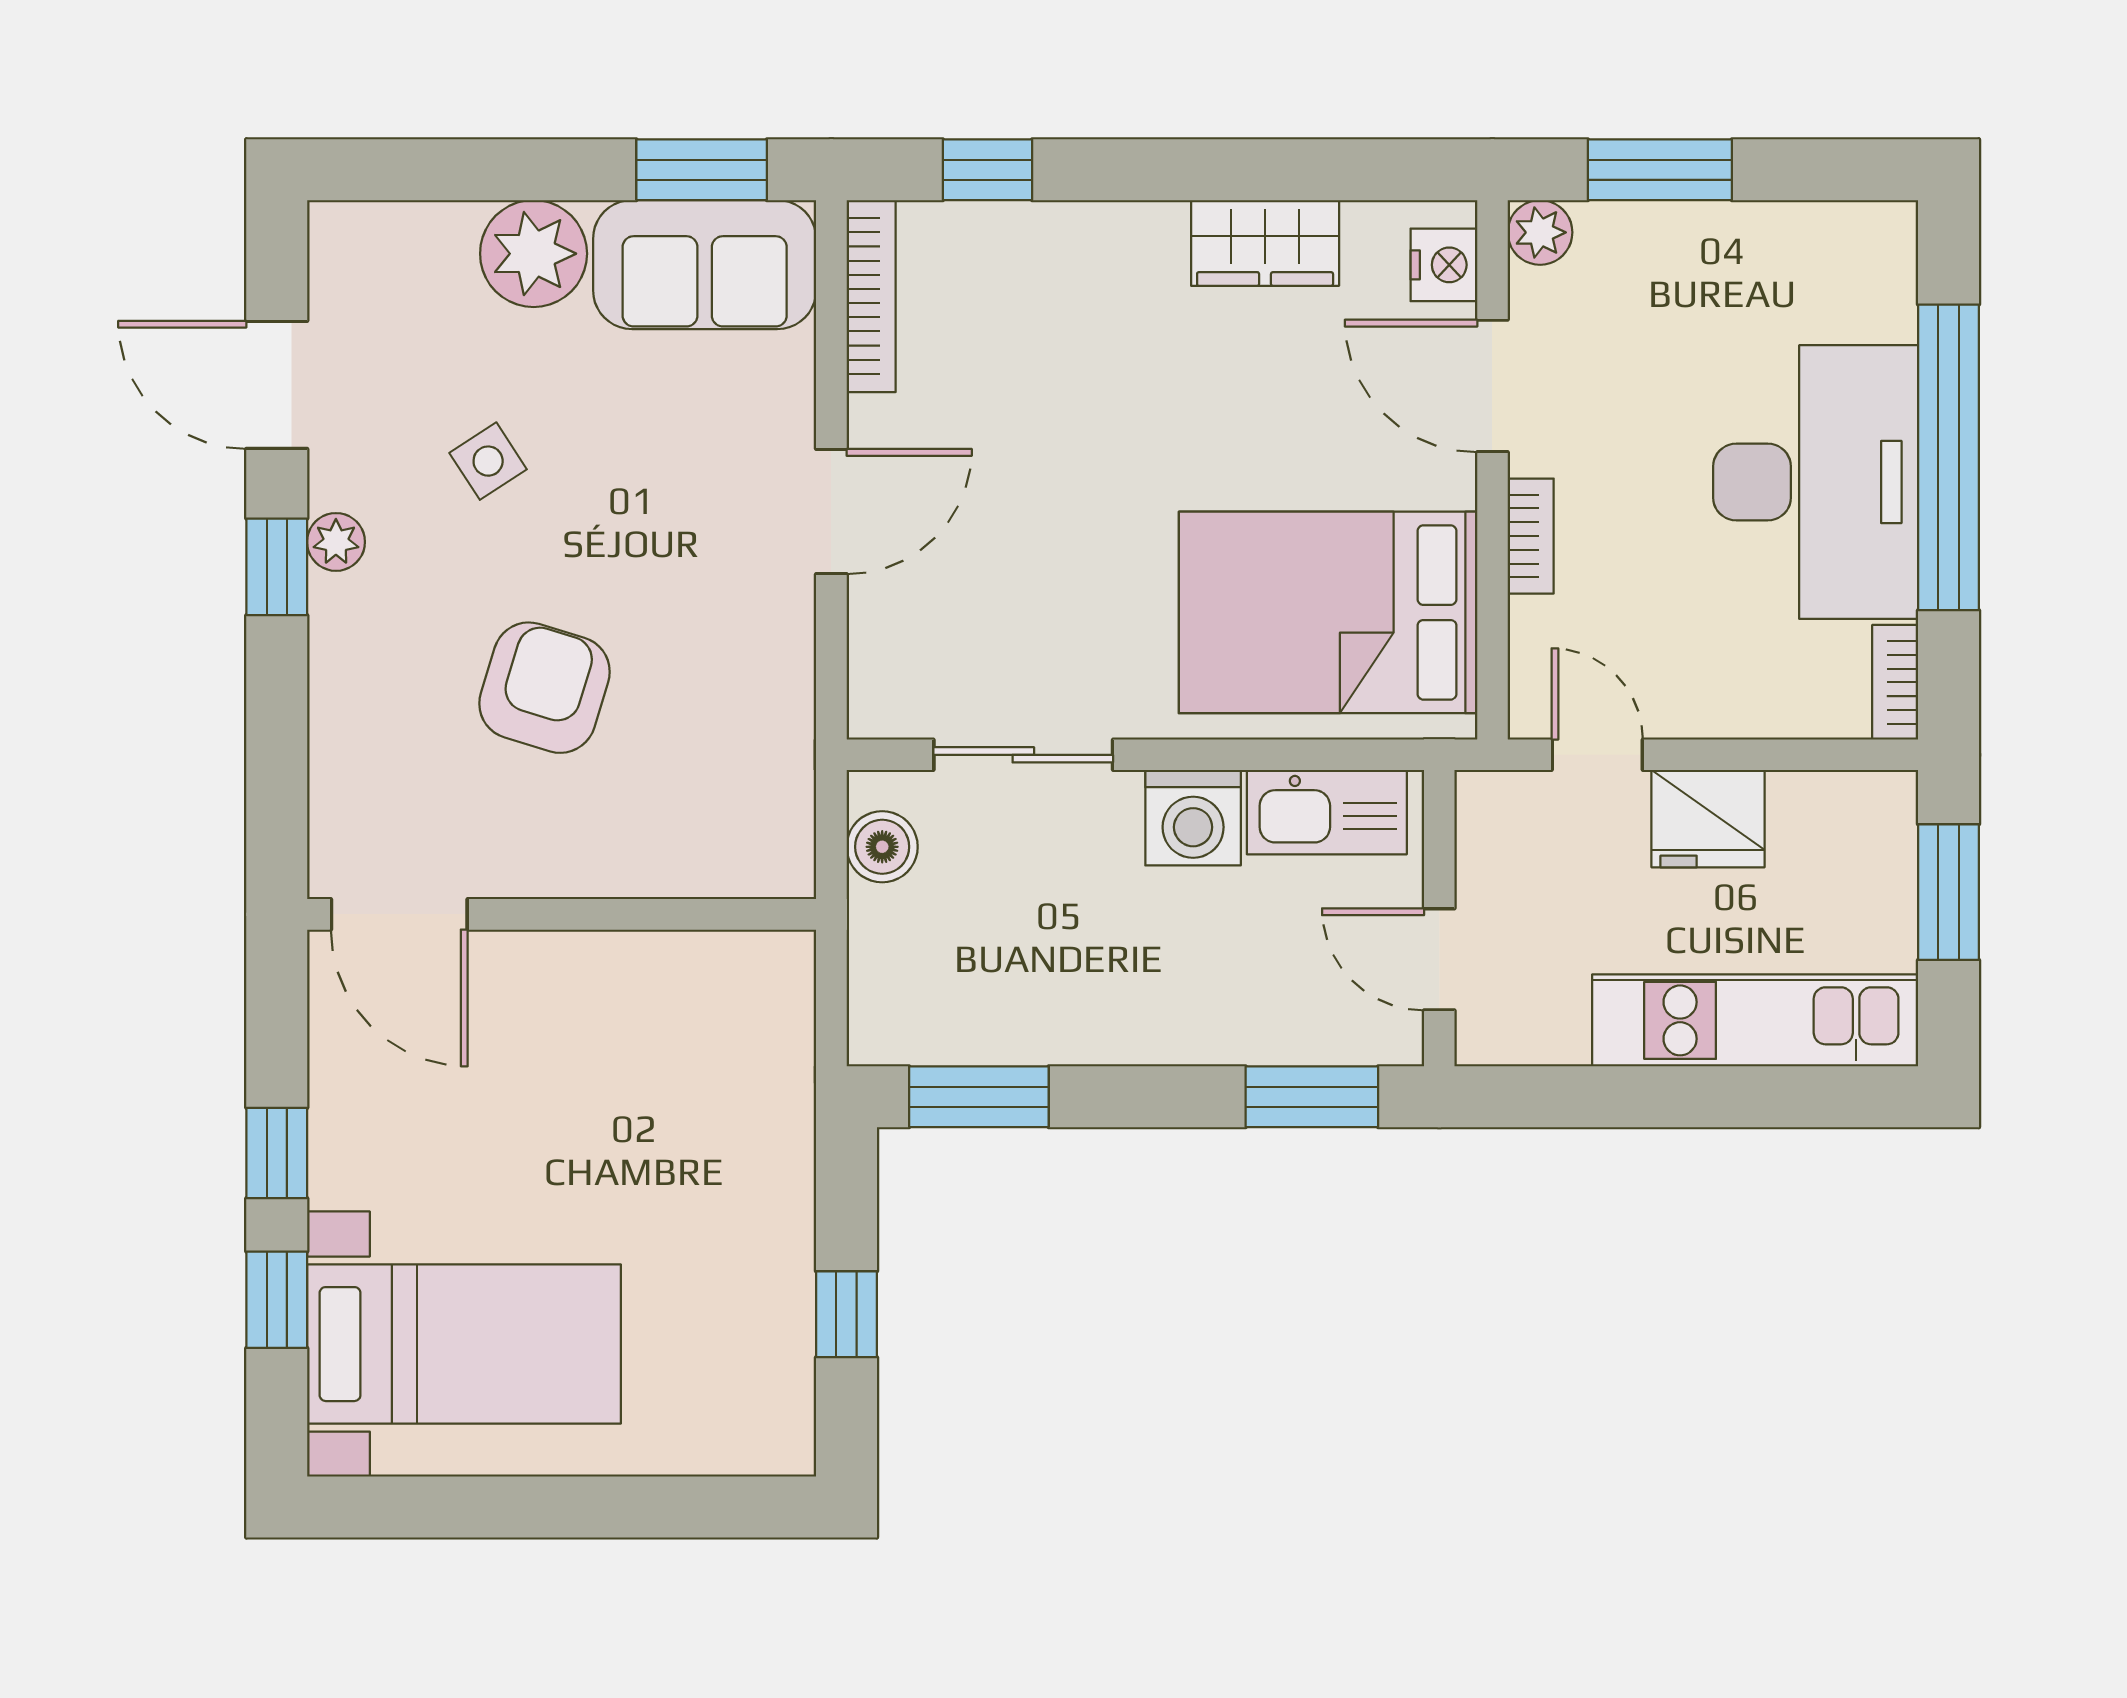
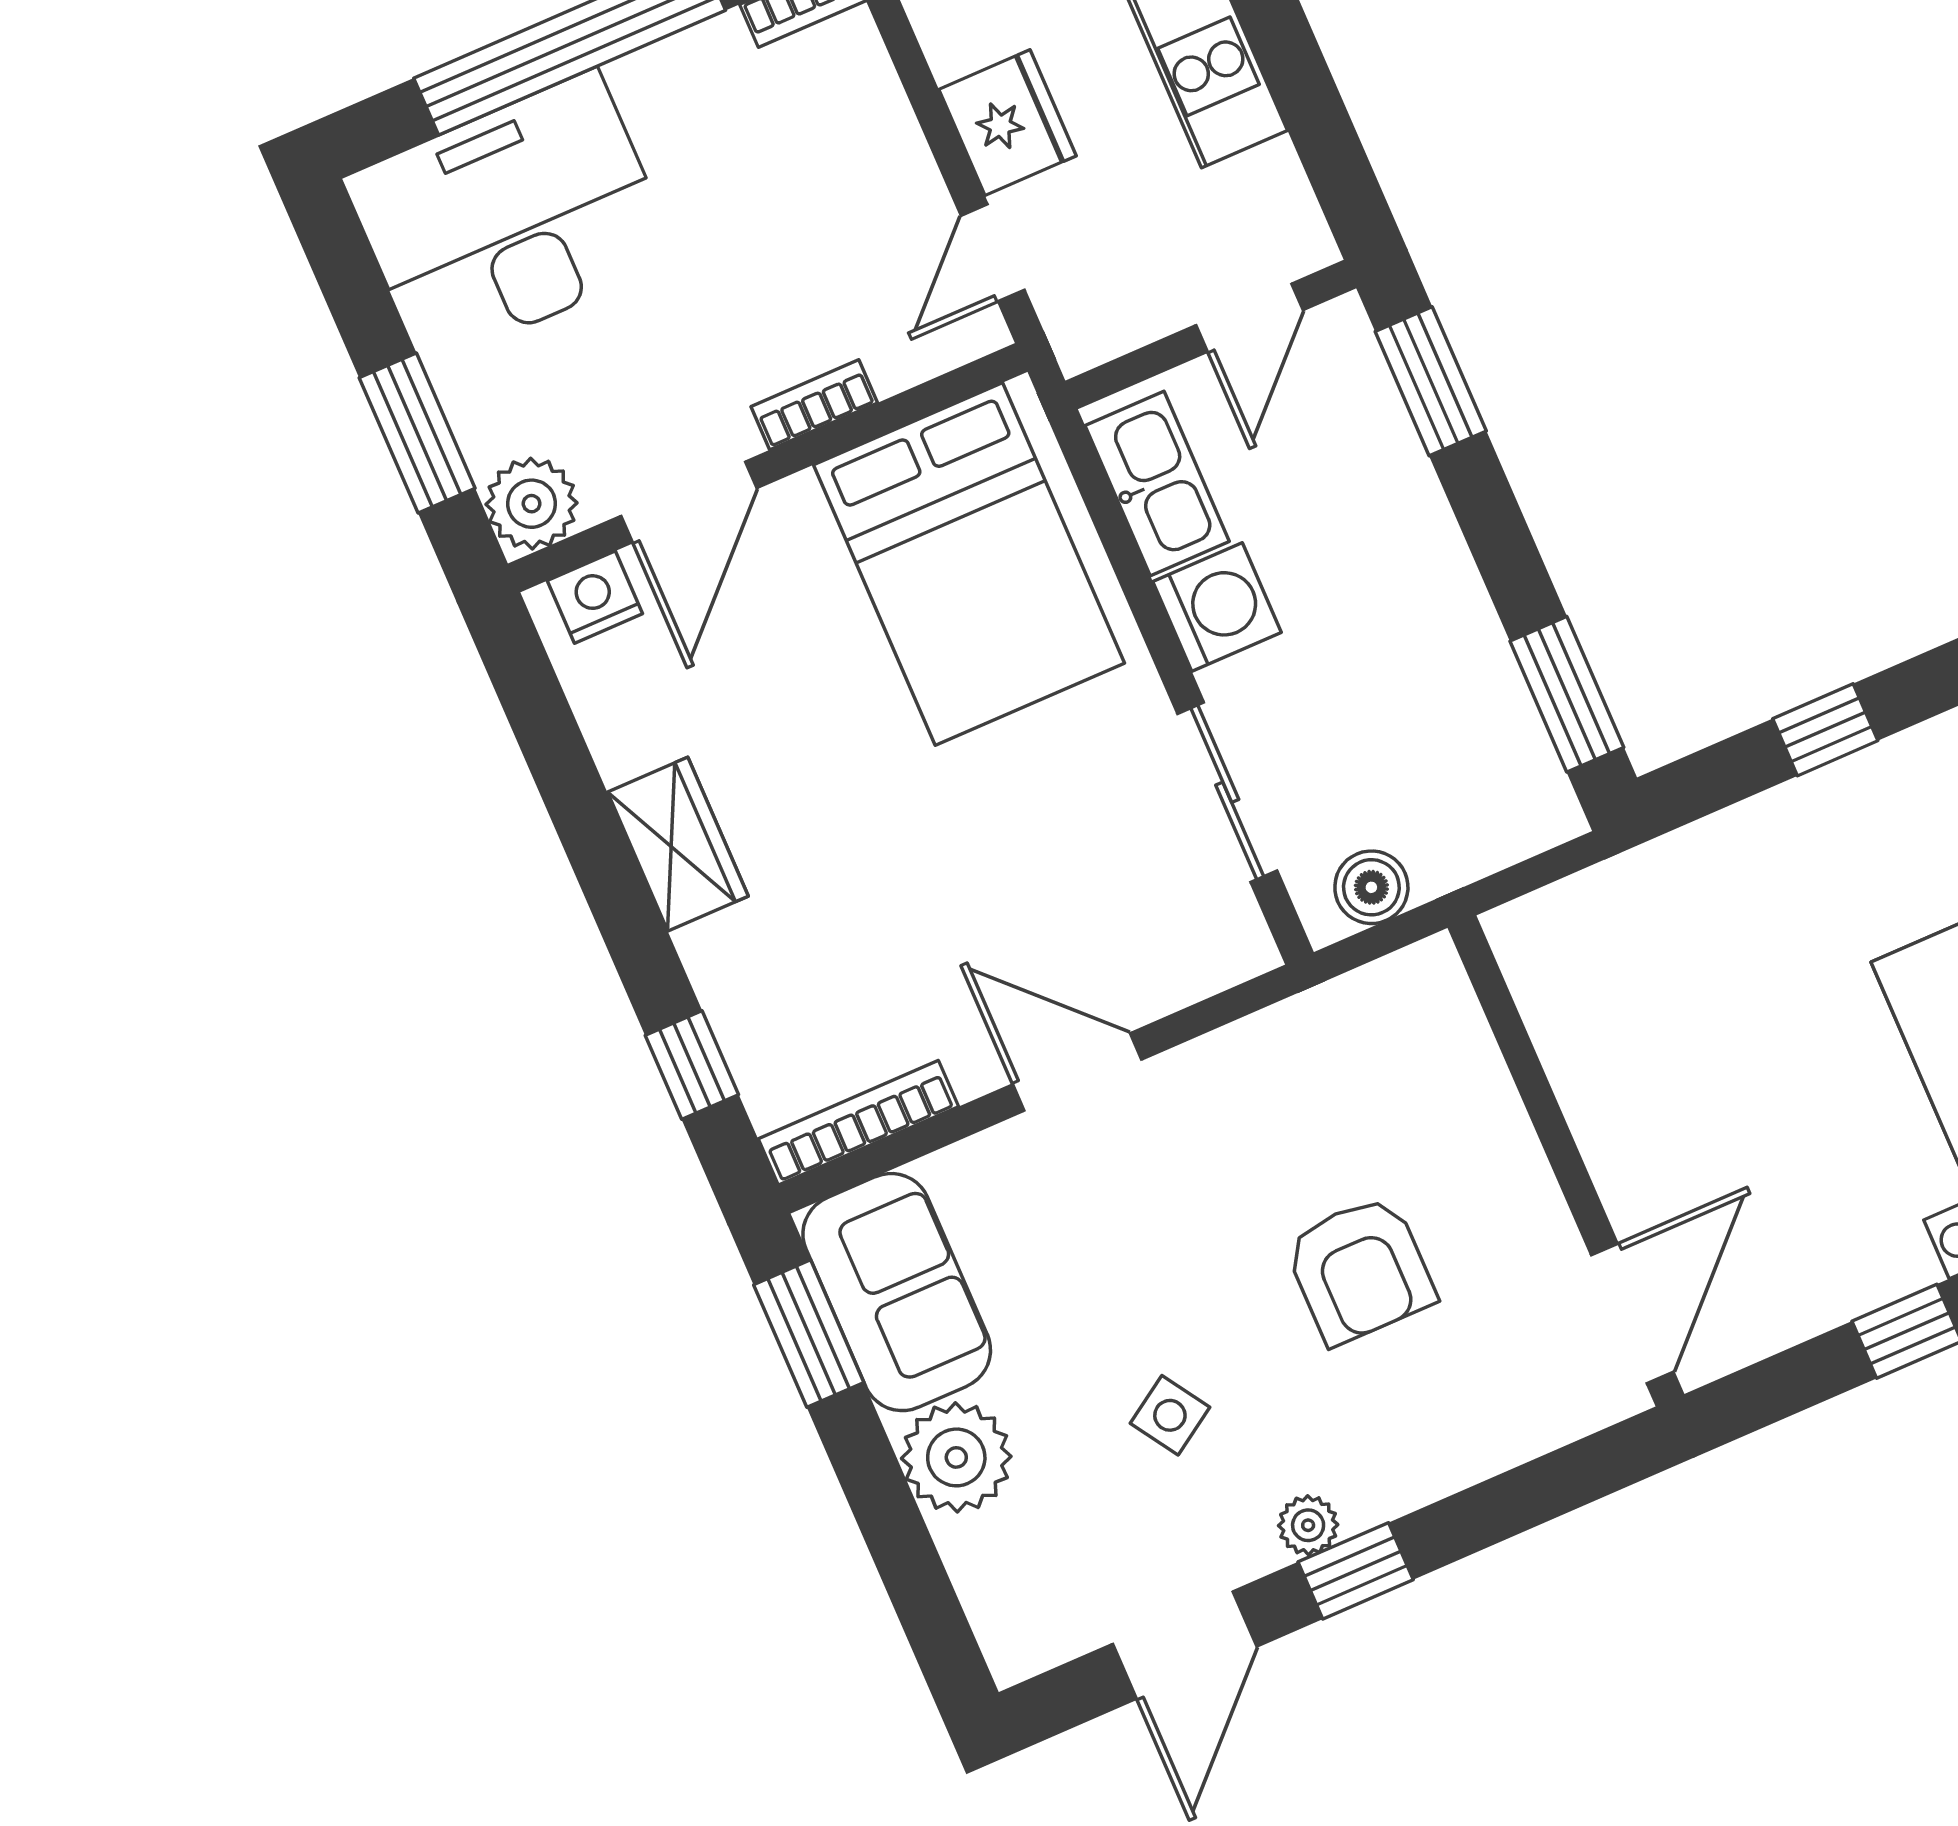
plant: (1540, 232) -> (532, 504), width x1.38, depth x1.38
wardrobe: (1265, 243) -> (678, 844), moved
desk: (1816, 482) -> (511, 218), moved
armchair: (545, 688) -> (1360, 1270), turned -107

